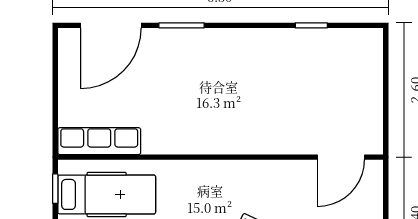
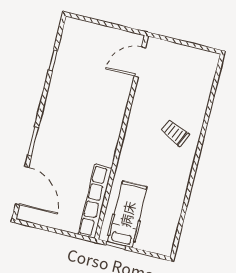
row of seats: (99, 141) -> (95, 201), width x1.36
door: (341, 157) -> (140, 62), swing flipped

